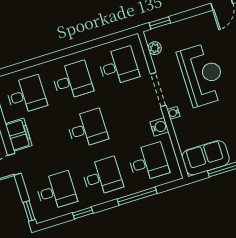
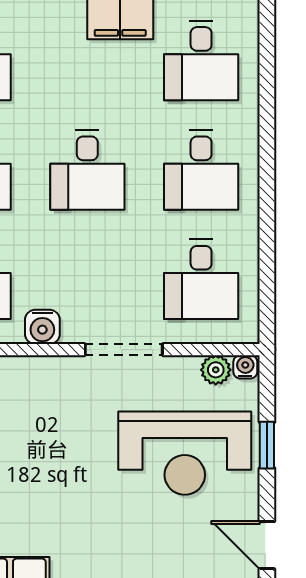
window: (160, 23) -> (267, 445), moved
reception desk: (202, 75) -> (185, 453), moved
water cooler: (173, 113) -> (245, 367), moved

